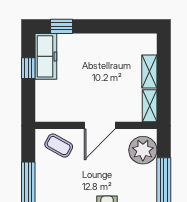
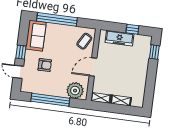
freezer: (46, 56) -> (119, 38), moved
door: (100, 125) -> (93, 67), hinge flipped

